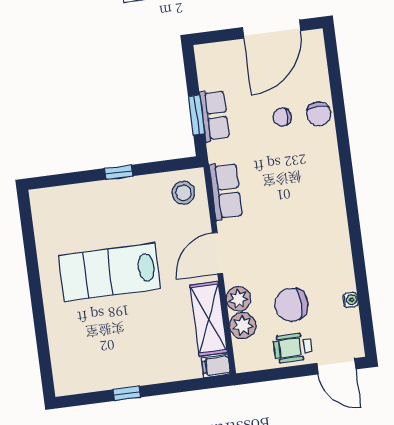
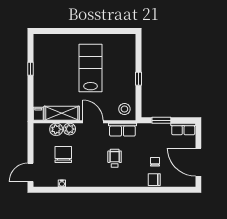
row of seats: (215, 116) -> (183, 129), moved
wheelchair: (293, 348) -> (115, 158), moved

